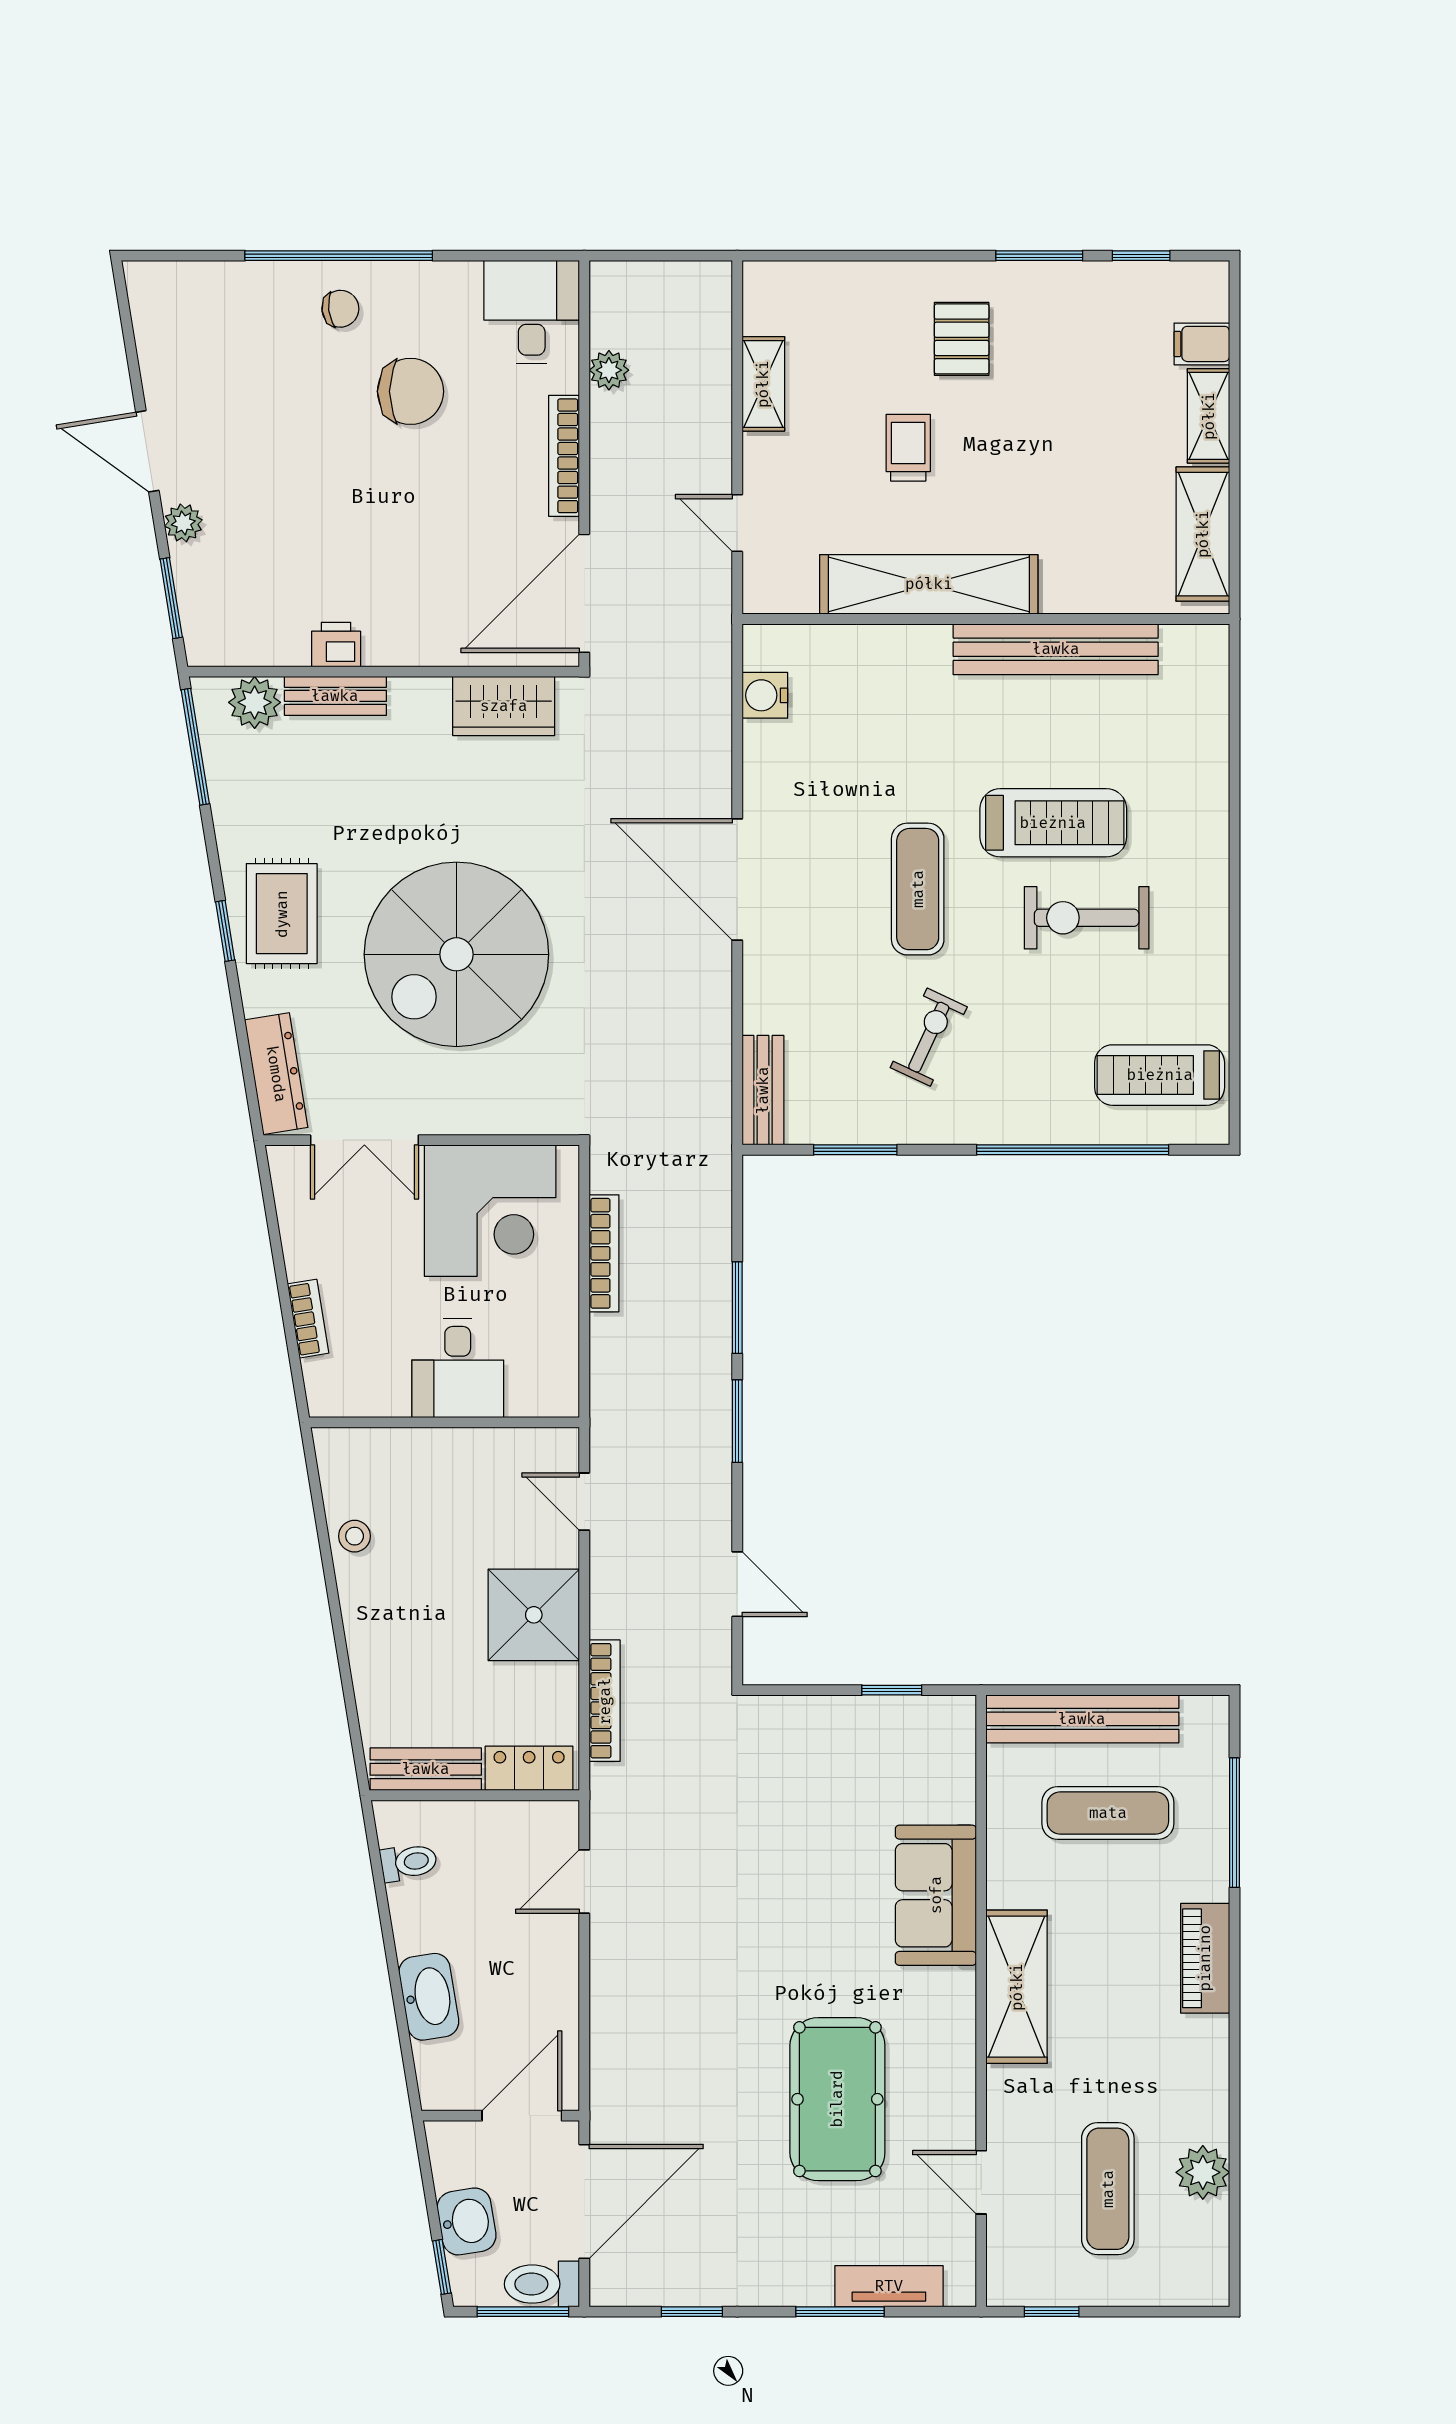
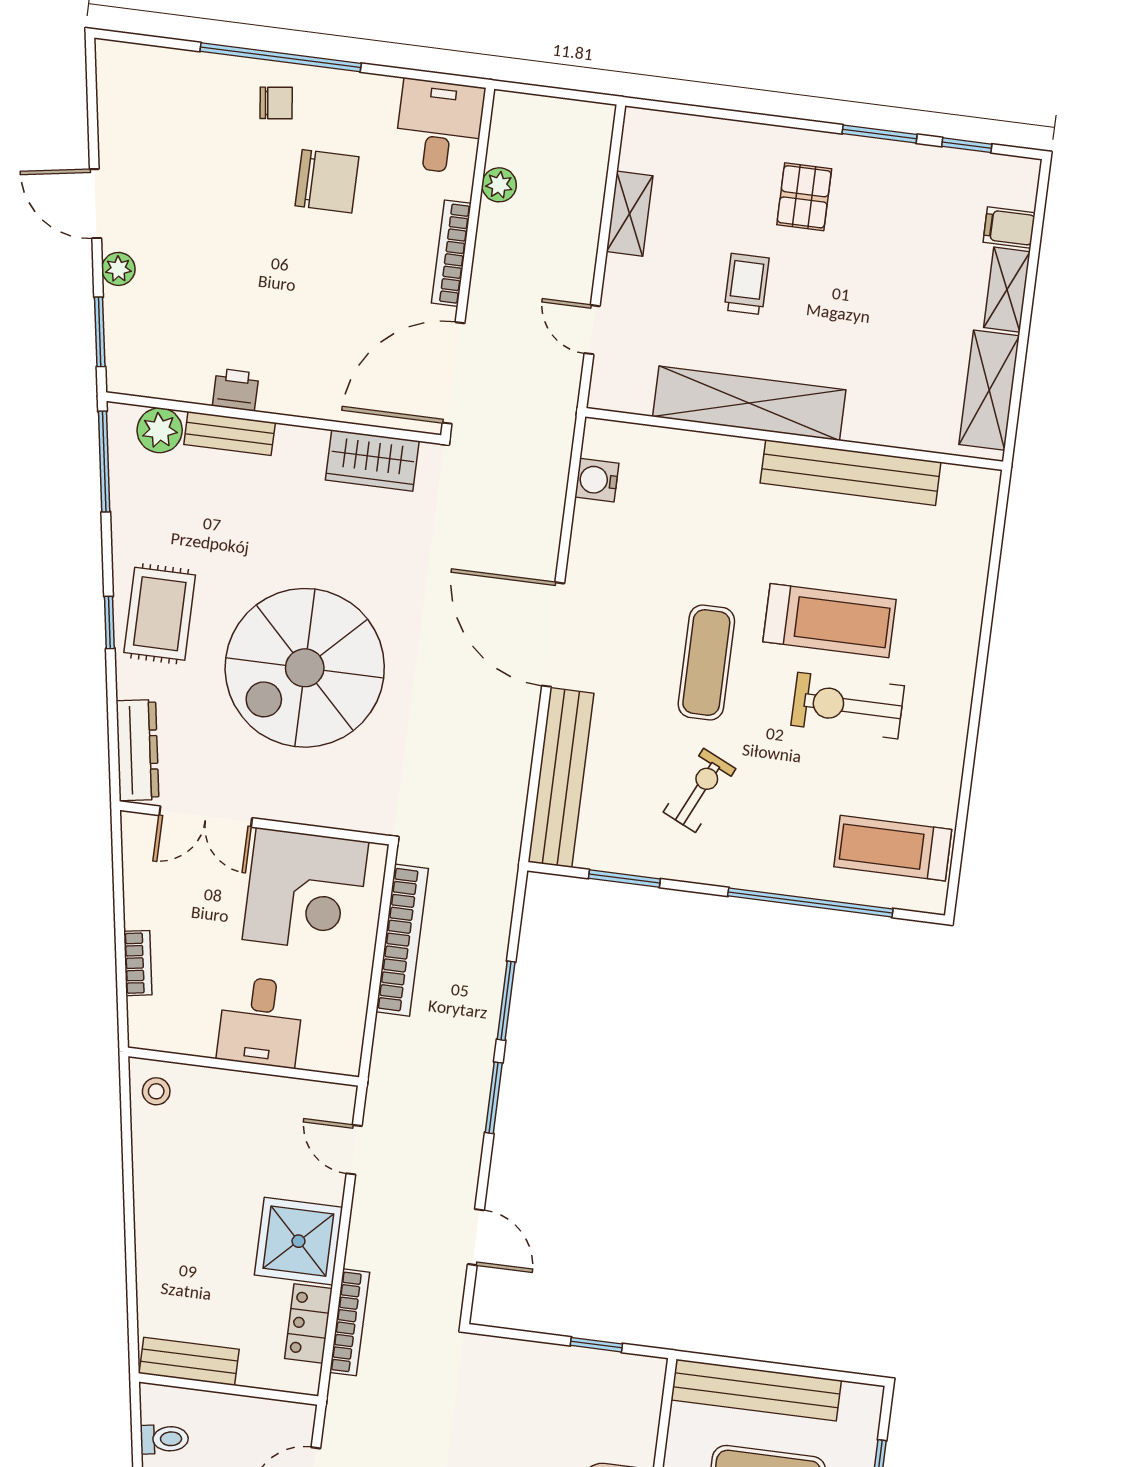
bench: (763, 1090) -> (561, 778), width x1.86, depth x1.21
bookcase: (604, 1253) -> (402, 940), width x1.48, depth x1.31
stool: (355, 1536) -> (156, 1091), moved
locker: (529, 1768) -> (308, 1324), moved, turned -90

